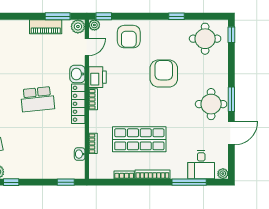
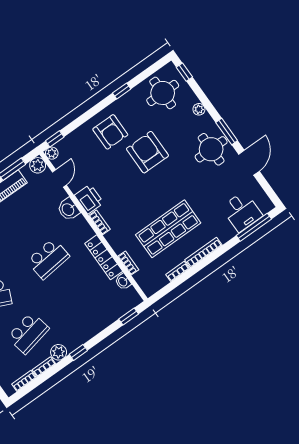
armchair: (129, 37) -> (110, 132), moved
locker: (78, 104) -> (104, 257), moved
plant: (223, 174) -> (199, 109), moved
window: (189, 182) -> (254, 227), moved

